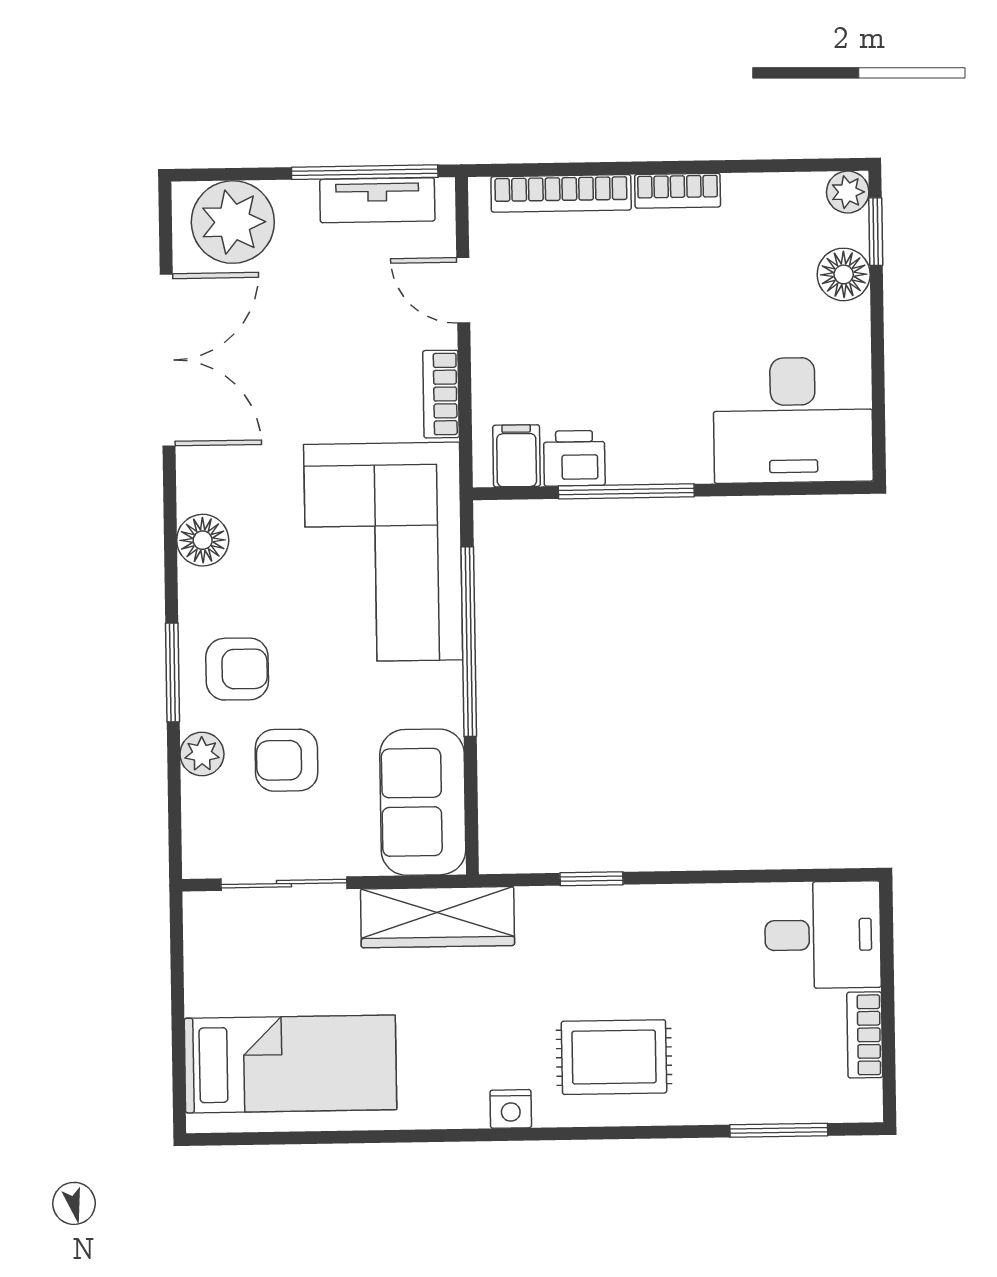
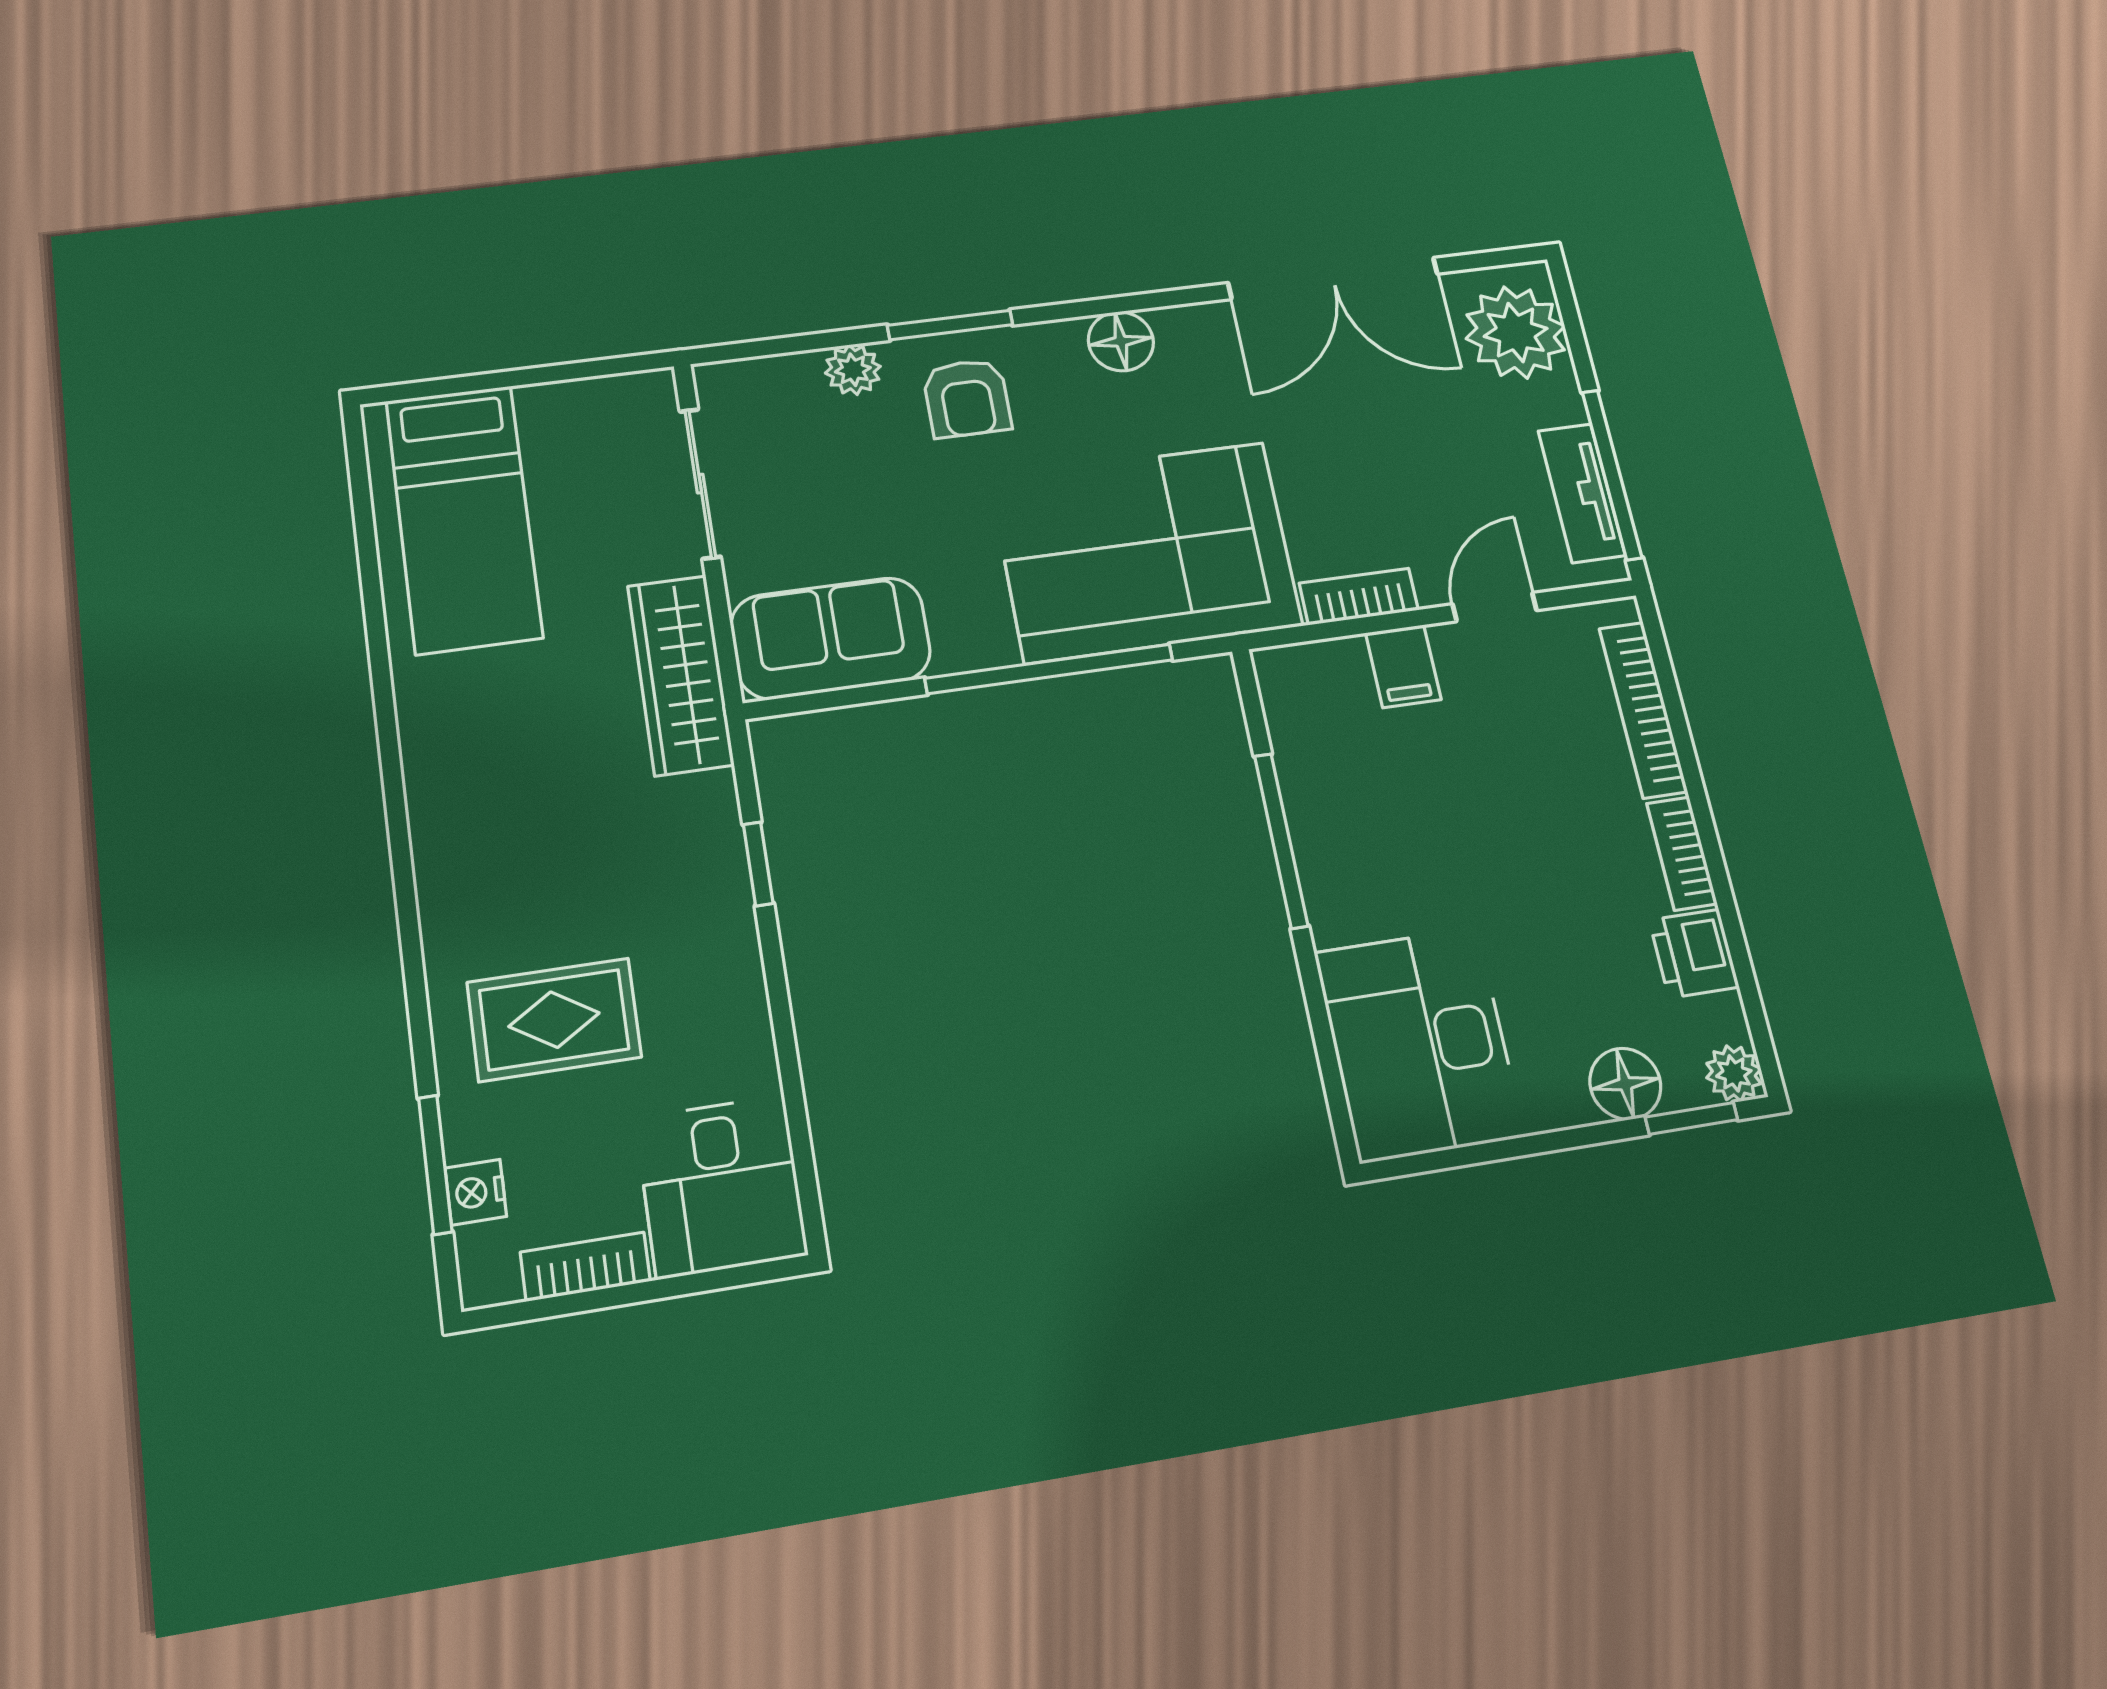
filing cabinet: (517, 456) -> (1403, 666), moved, turned 90
printer: (574, 458) -> (1694, 954), moved, turned 180
armchair: (286, 760) -> (860, 469), removed
rug: (614, 1057) -> (554, 1020), moved, turned 90
nightstand: (511, 1109) -> (476, 1192), moved

